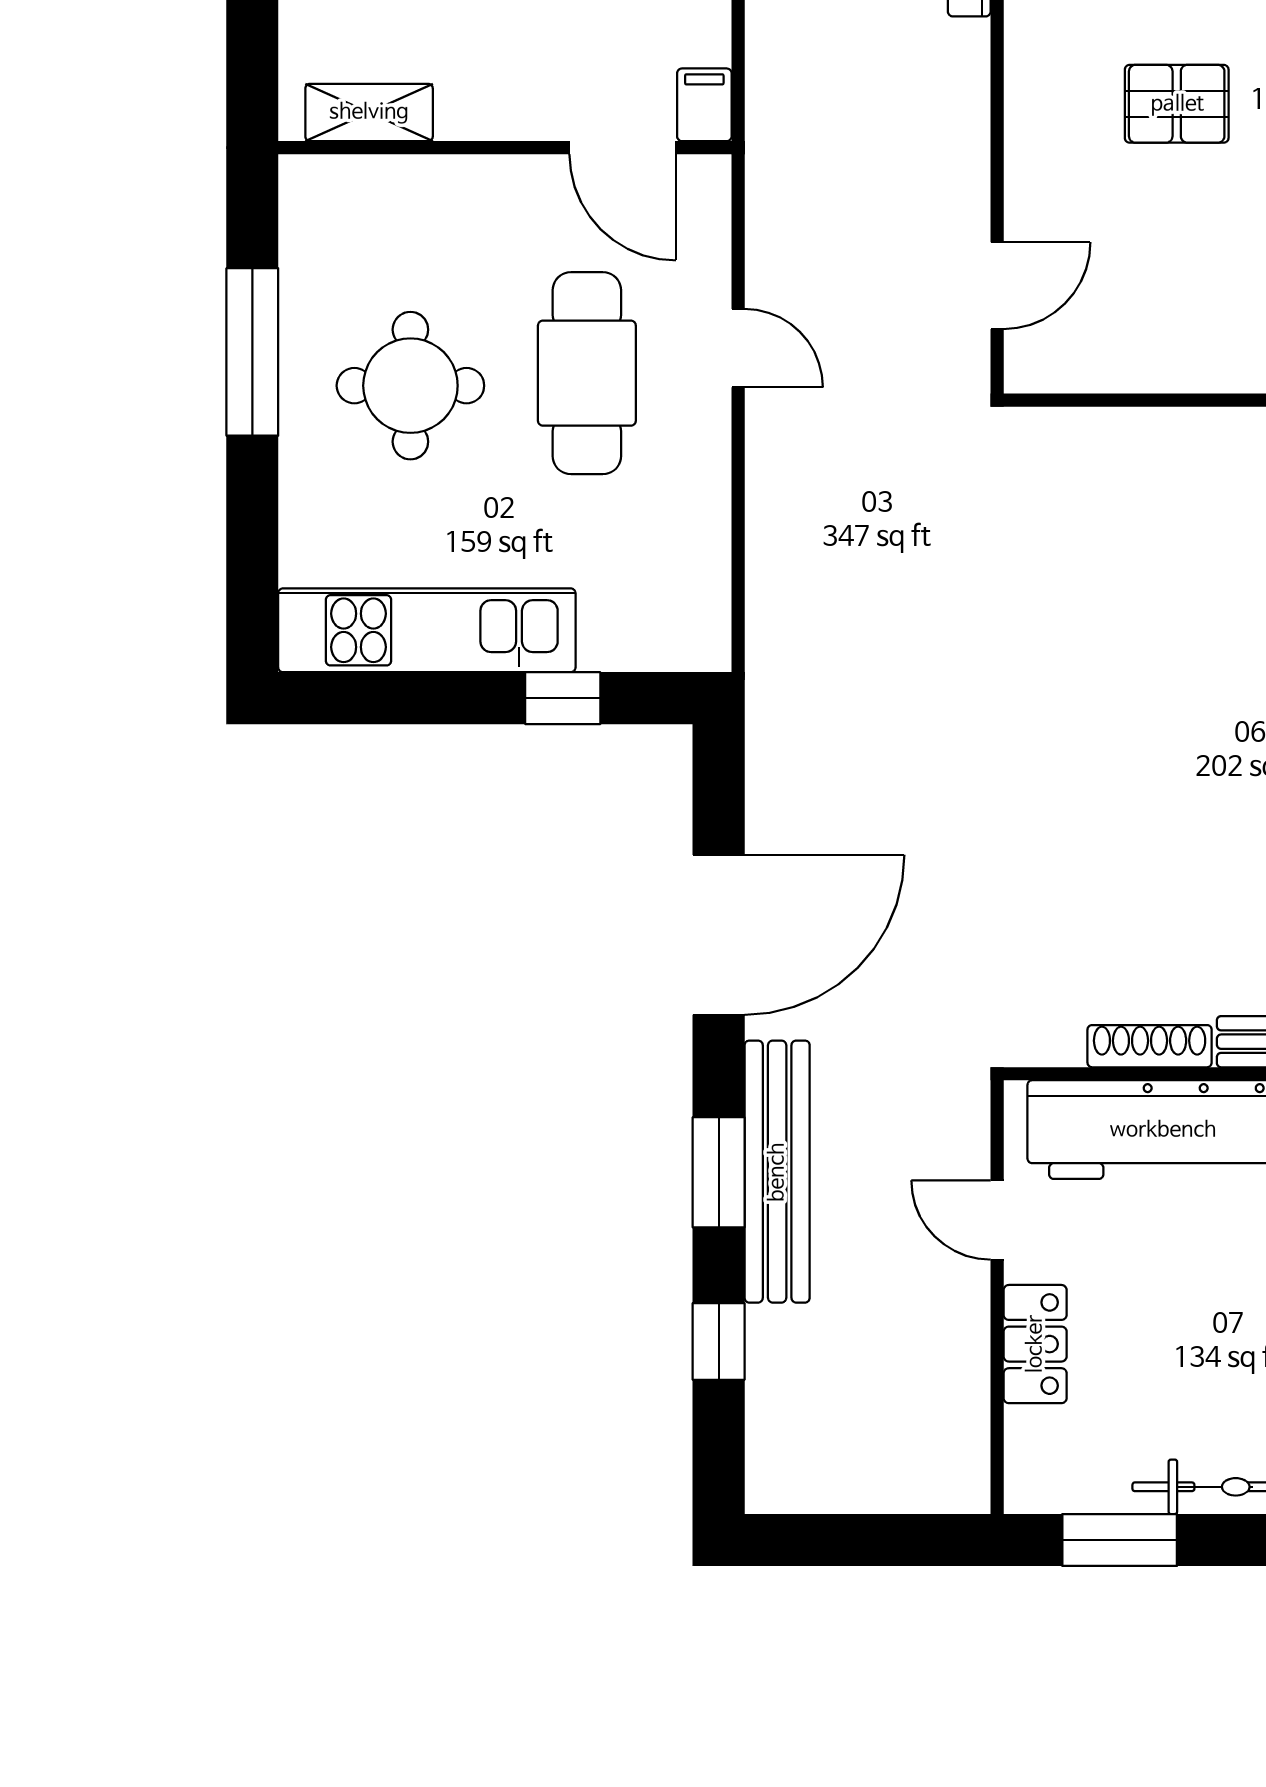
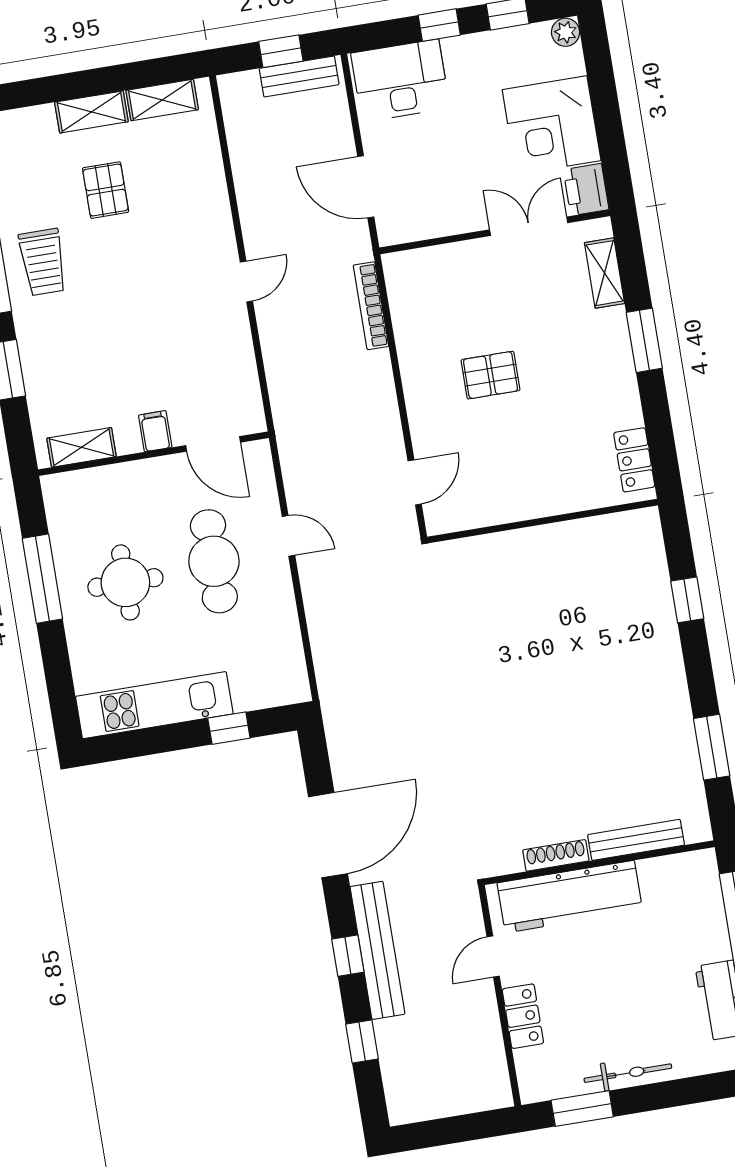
filing cabinet: (704, 105) -> (155, 431), moved
window: (719, 1172) -> (348, 956), width x0.67
door: (997, 1220) -> (493, 956), hinge flipped

